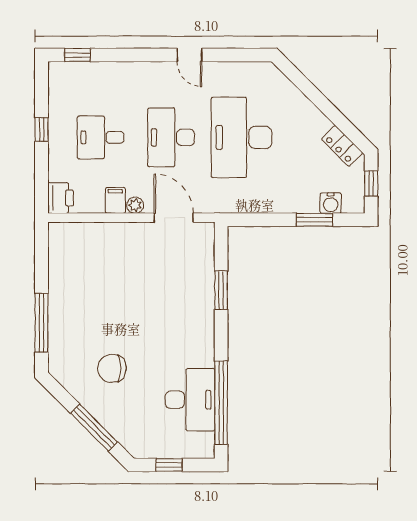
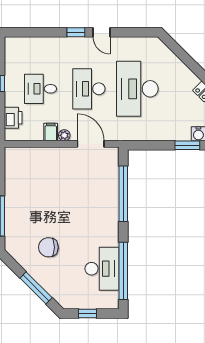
window: (78, 55) -> (76, 32), moved
printer: (61, 198) -> (13, 118), moved
window: (221, 290) -> (123, 194), width x2.11

